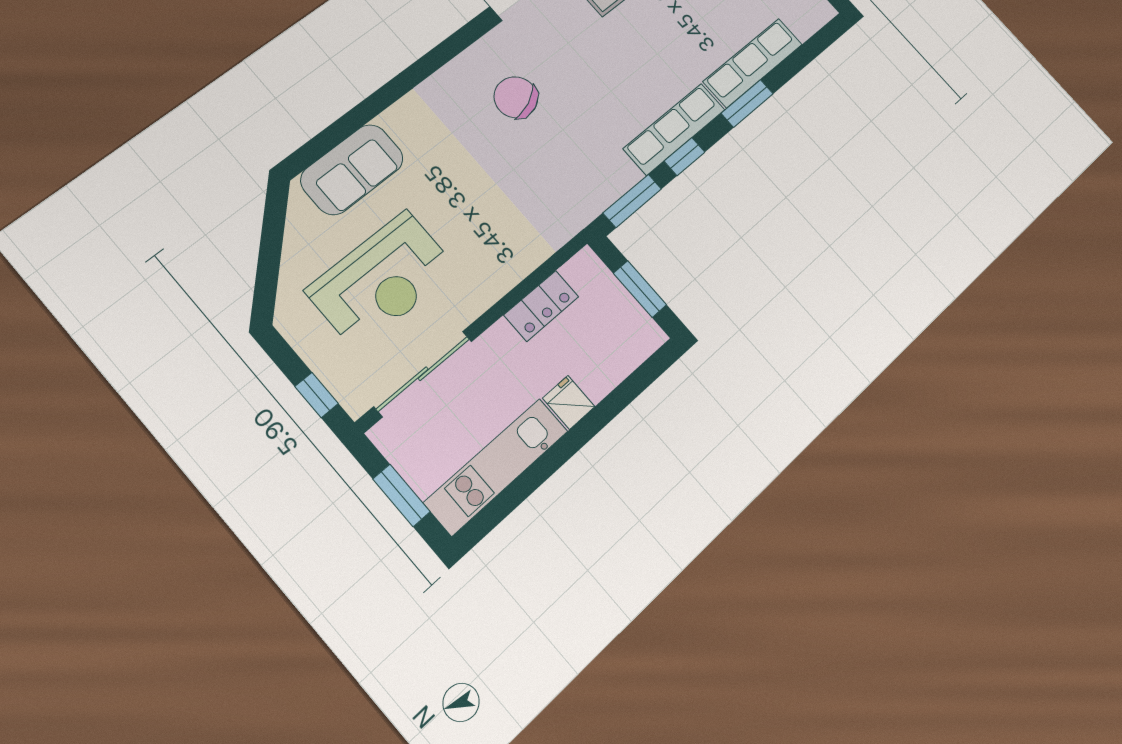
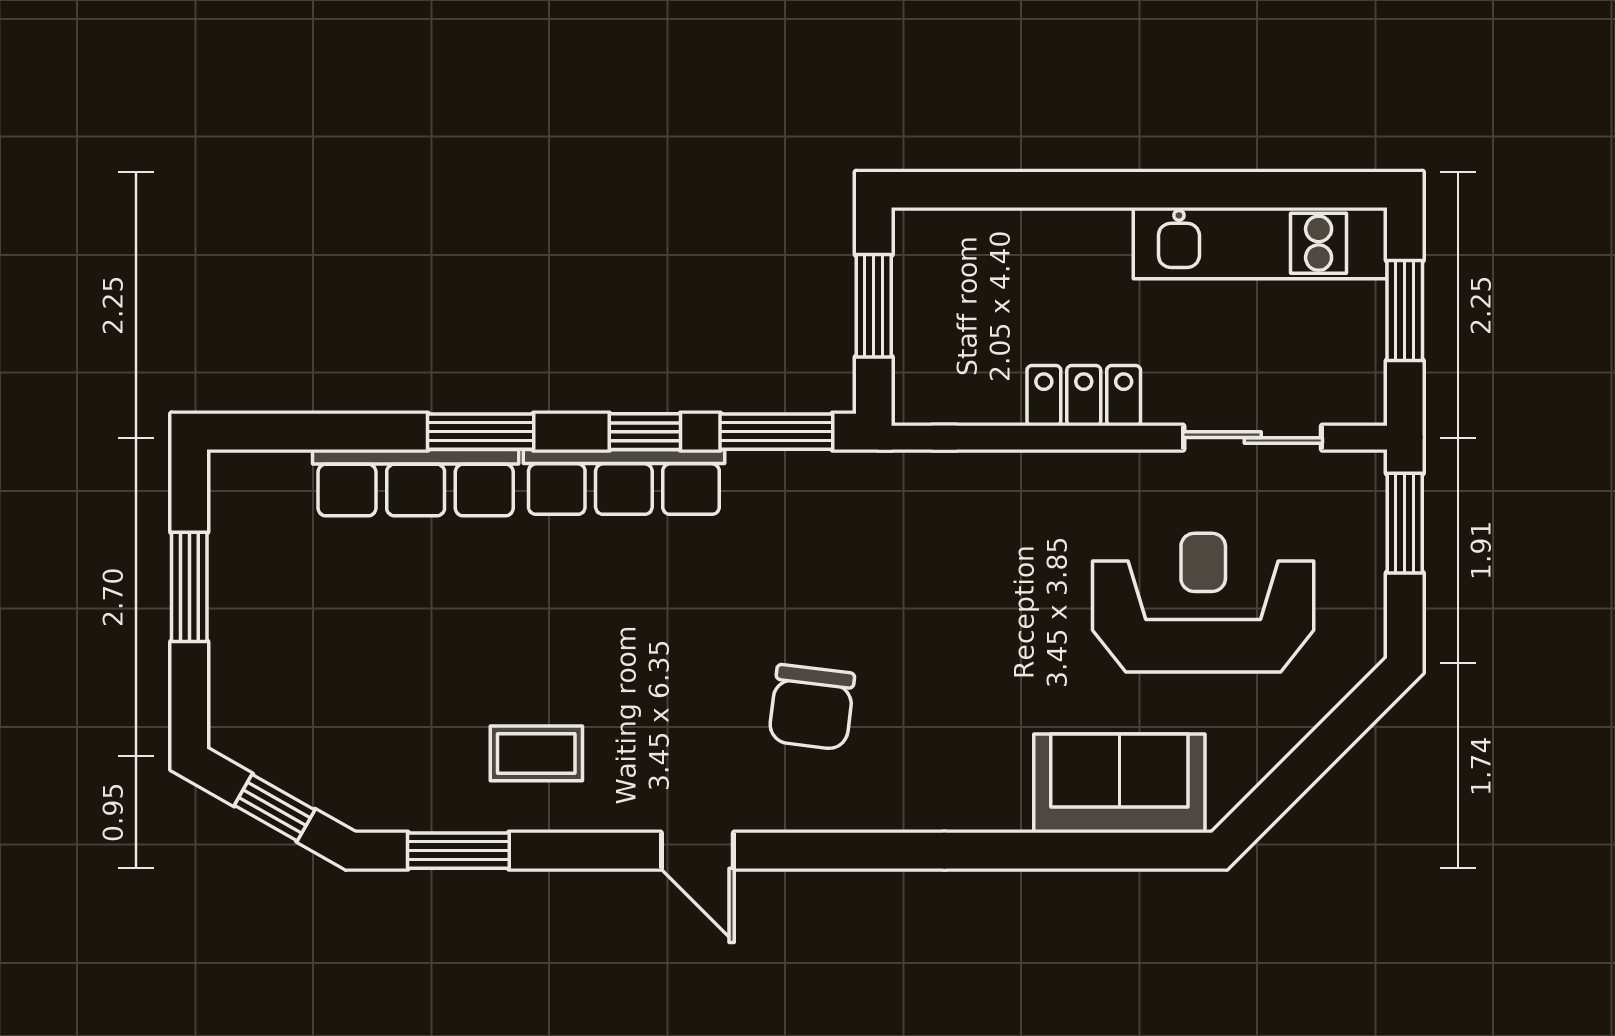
chair: (516, 97) -> (812, 707), turned 30
locker: (541, 306) -> (1084, 396), moved
sliding door: (423, 374) -> (1253, 438), width x0.73
window: (317, 395) -> (1405, 523), width x1.50
fridge: (569, 402) -> (1099, 242), removed

